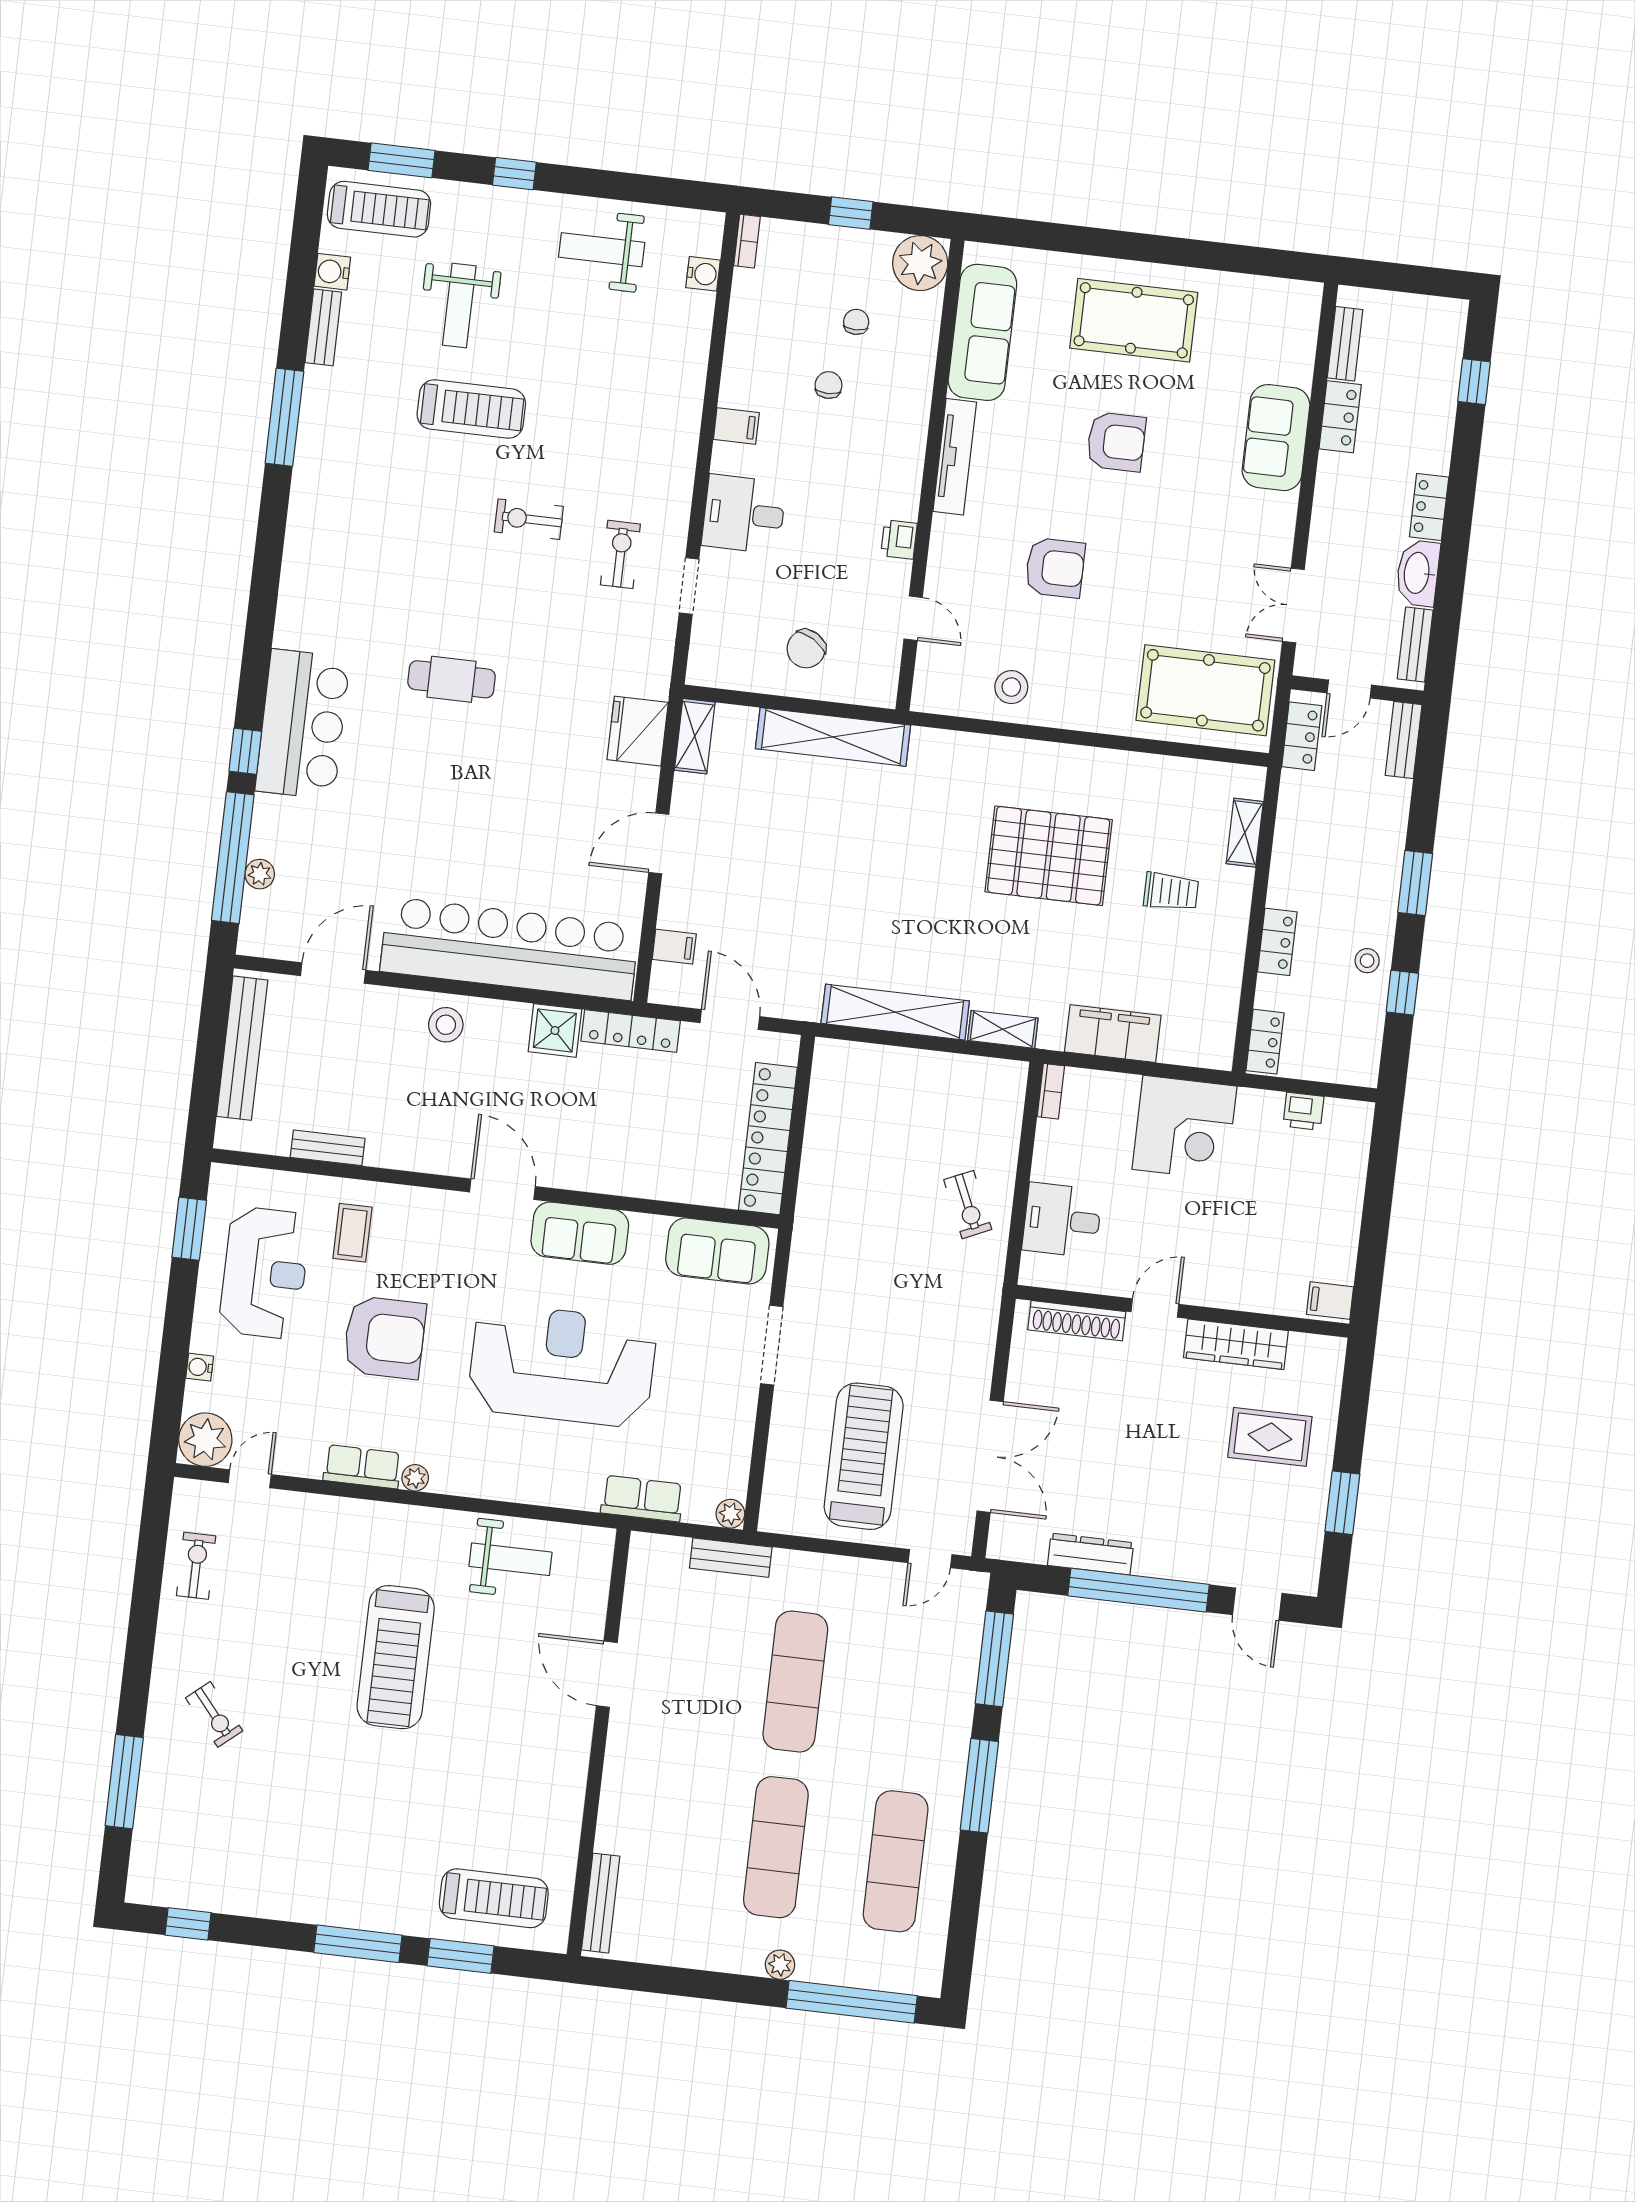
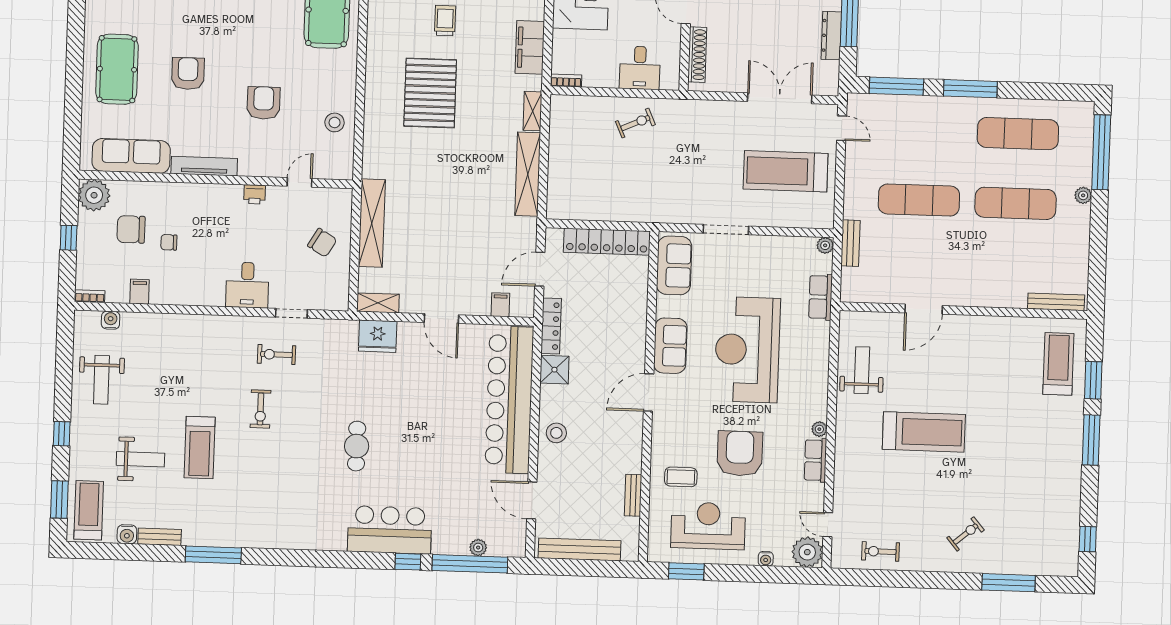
chair: (856, 322) -> (131, 229), width x1.87, depth x1.87
treadmill: (471, 409) -> (200, 447), turned 180
filing cabinet: (736, 426) -> (140, 292), moved

